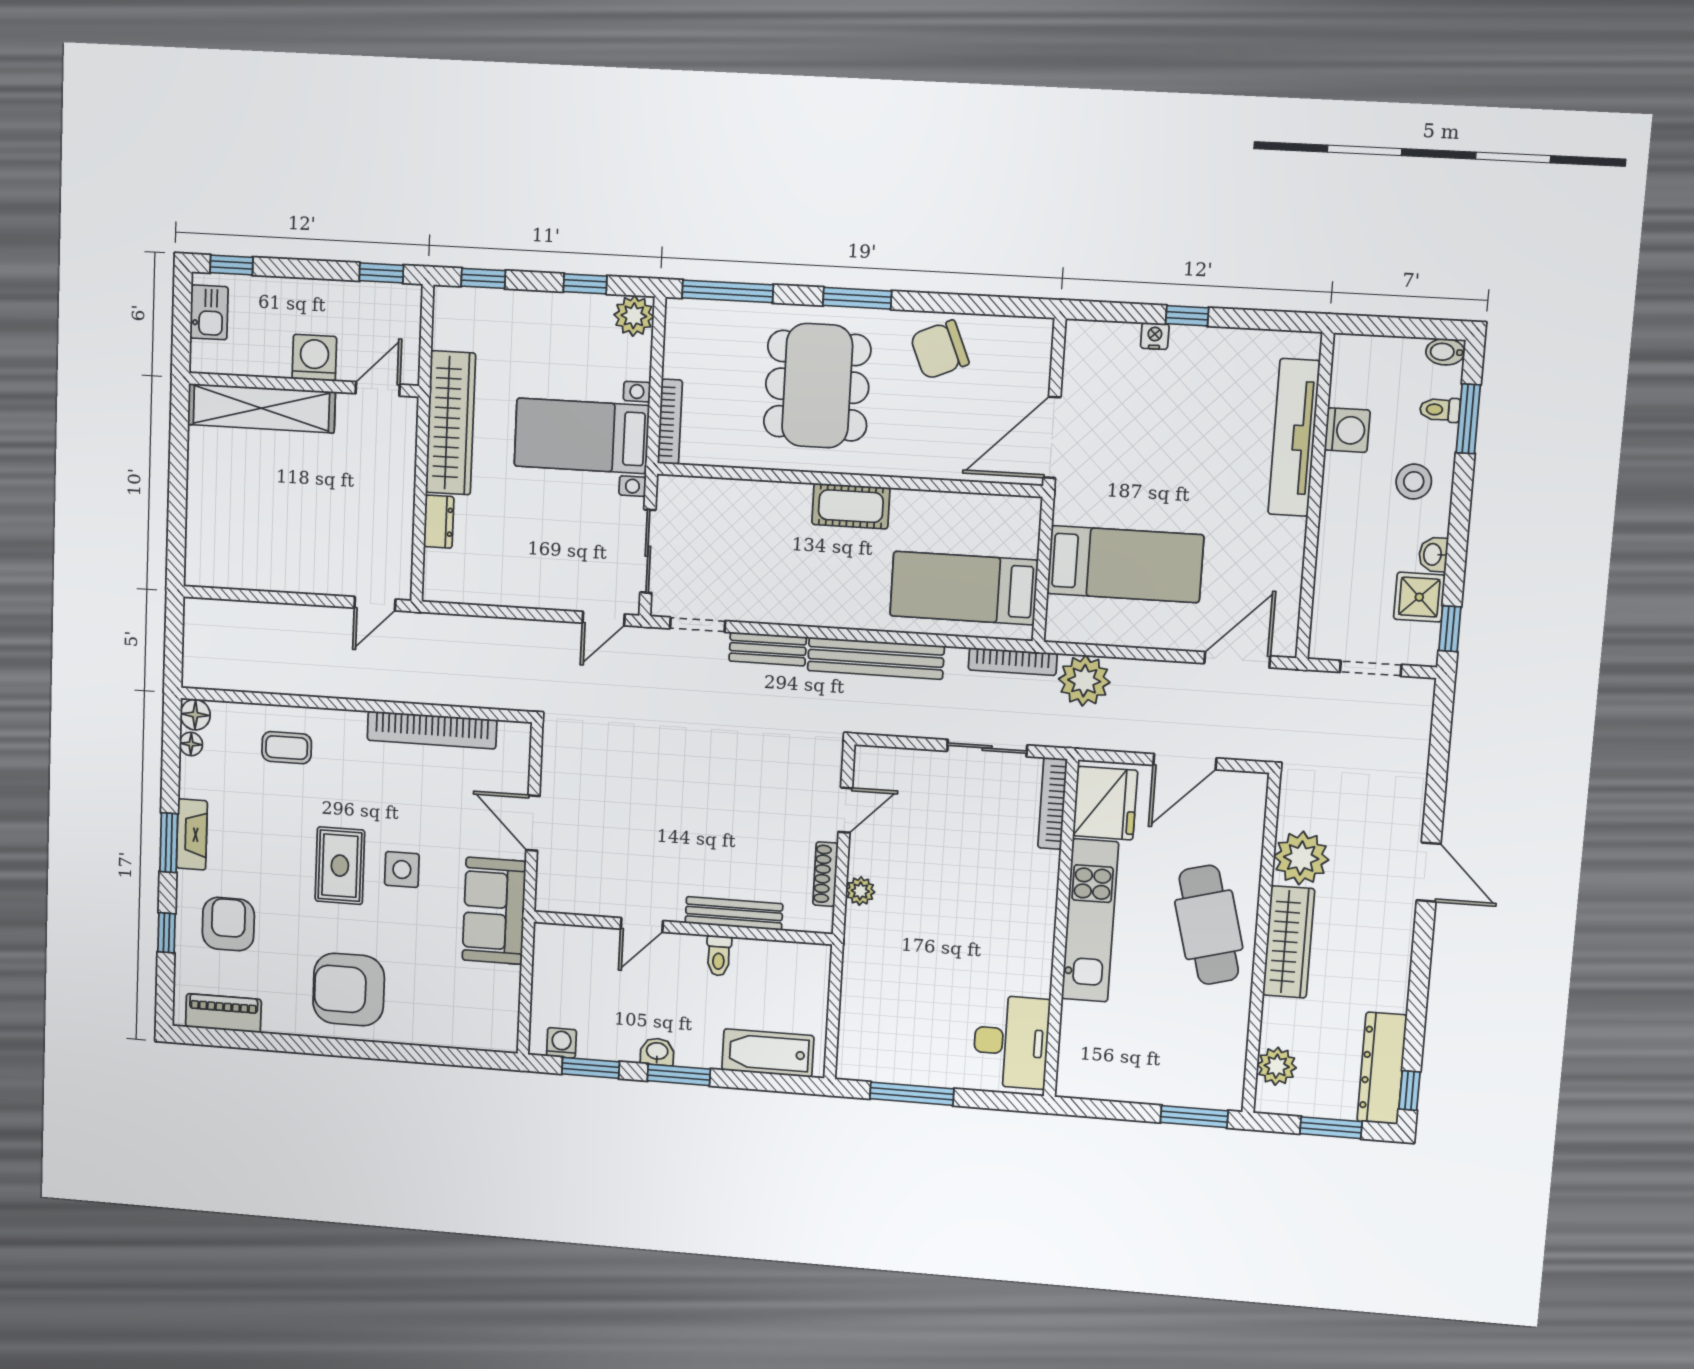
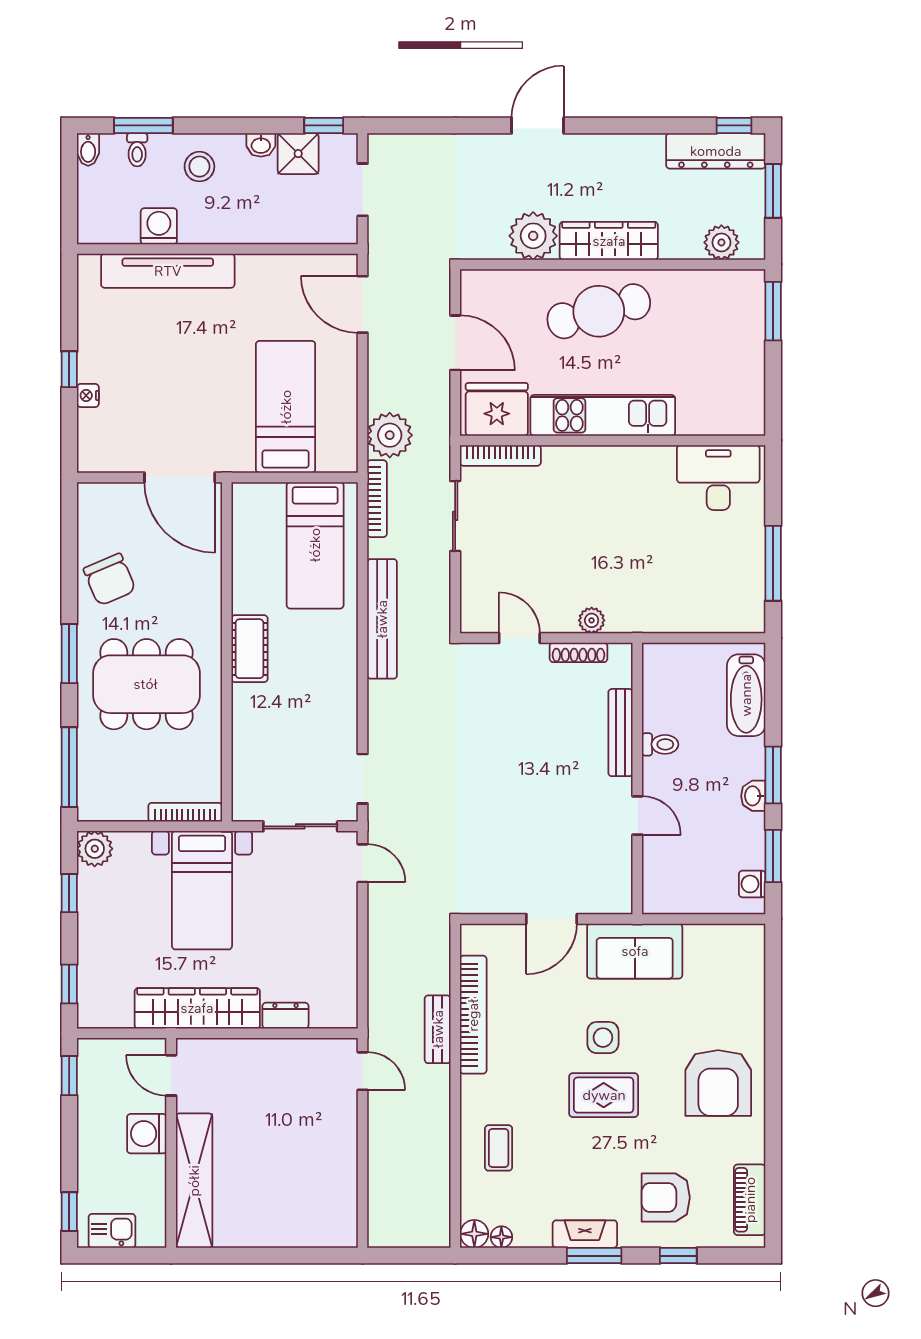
bench: (768, 649) -> (438, 1029), moved

